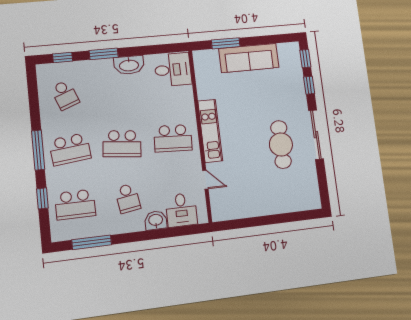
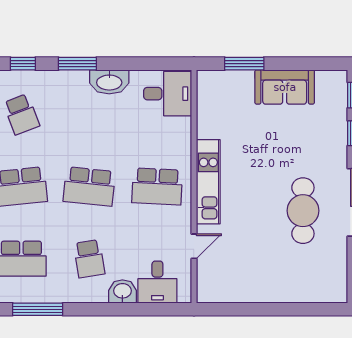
sofa: (249, 58) -> (285, 87), width x0.73
door: (205, 180) -> (194, 246), hinge flipped

